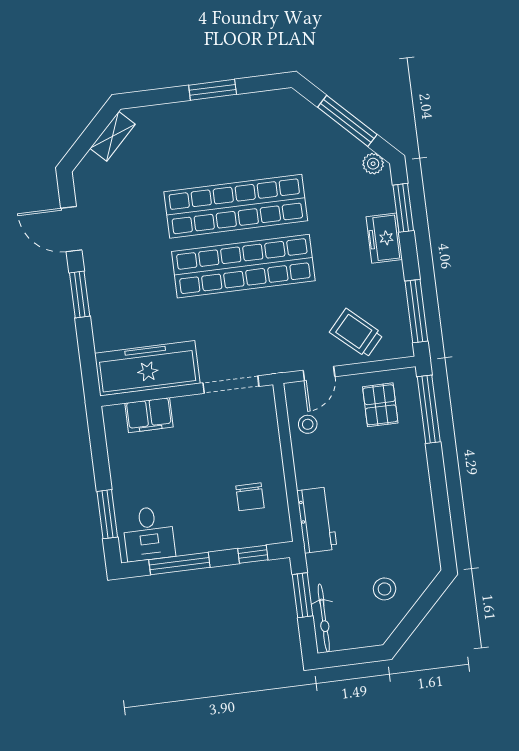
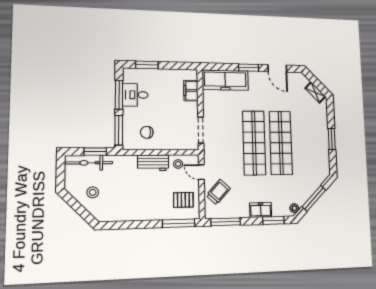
door: (71, 229) -> (277, 68), swing flipped
freezer: (147, 368) -> (225, 80), moved, turned 90
workbench: (317, 520) -> (153, 163), moved
desk: (149, 534) -> (135, 95), moved
window: (253, 554) -> (119, 130), width x2.17
bicycle: (324, 618) -> (89, 163), width x1.37, depth x1.40

